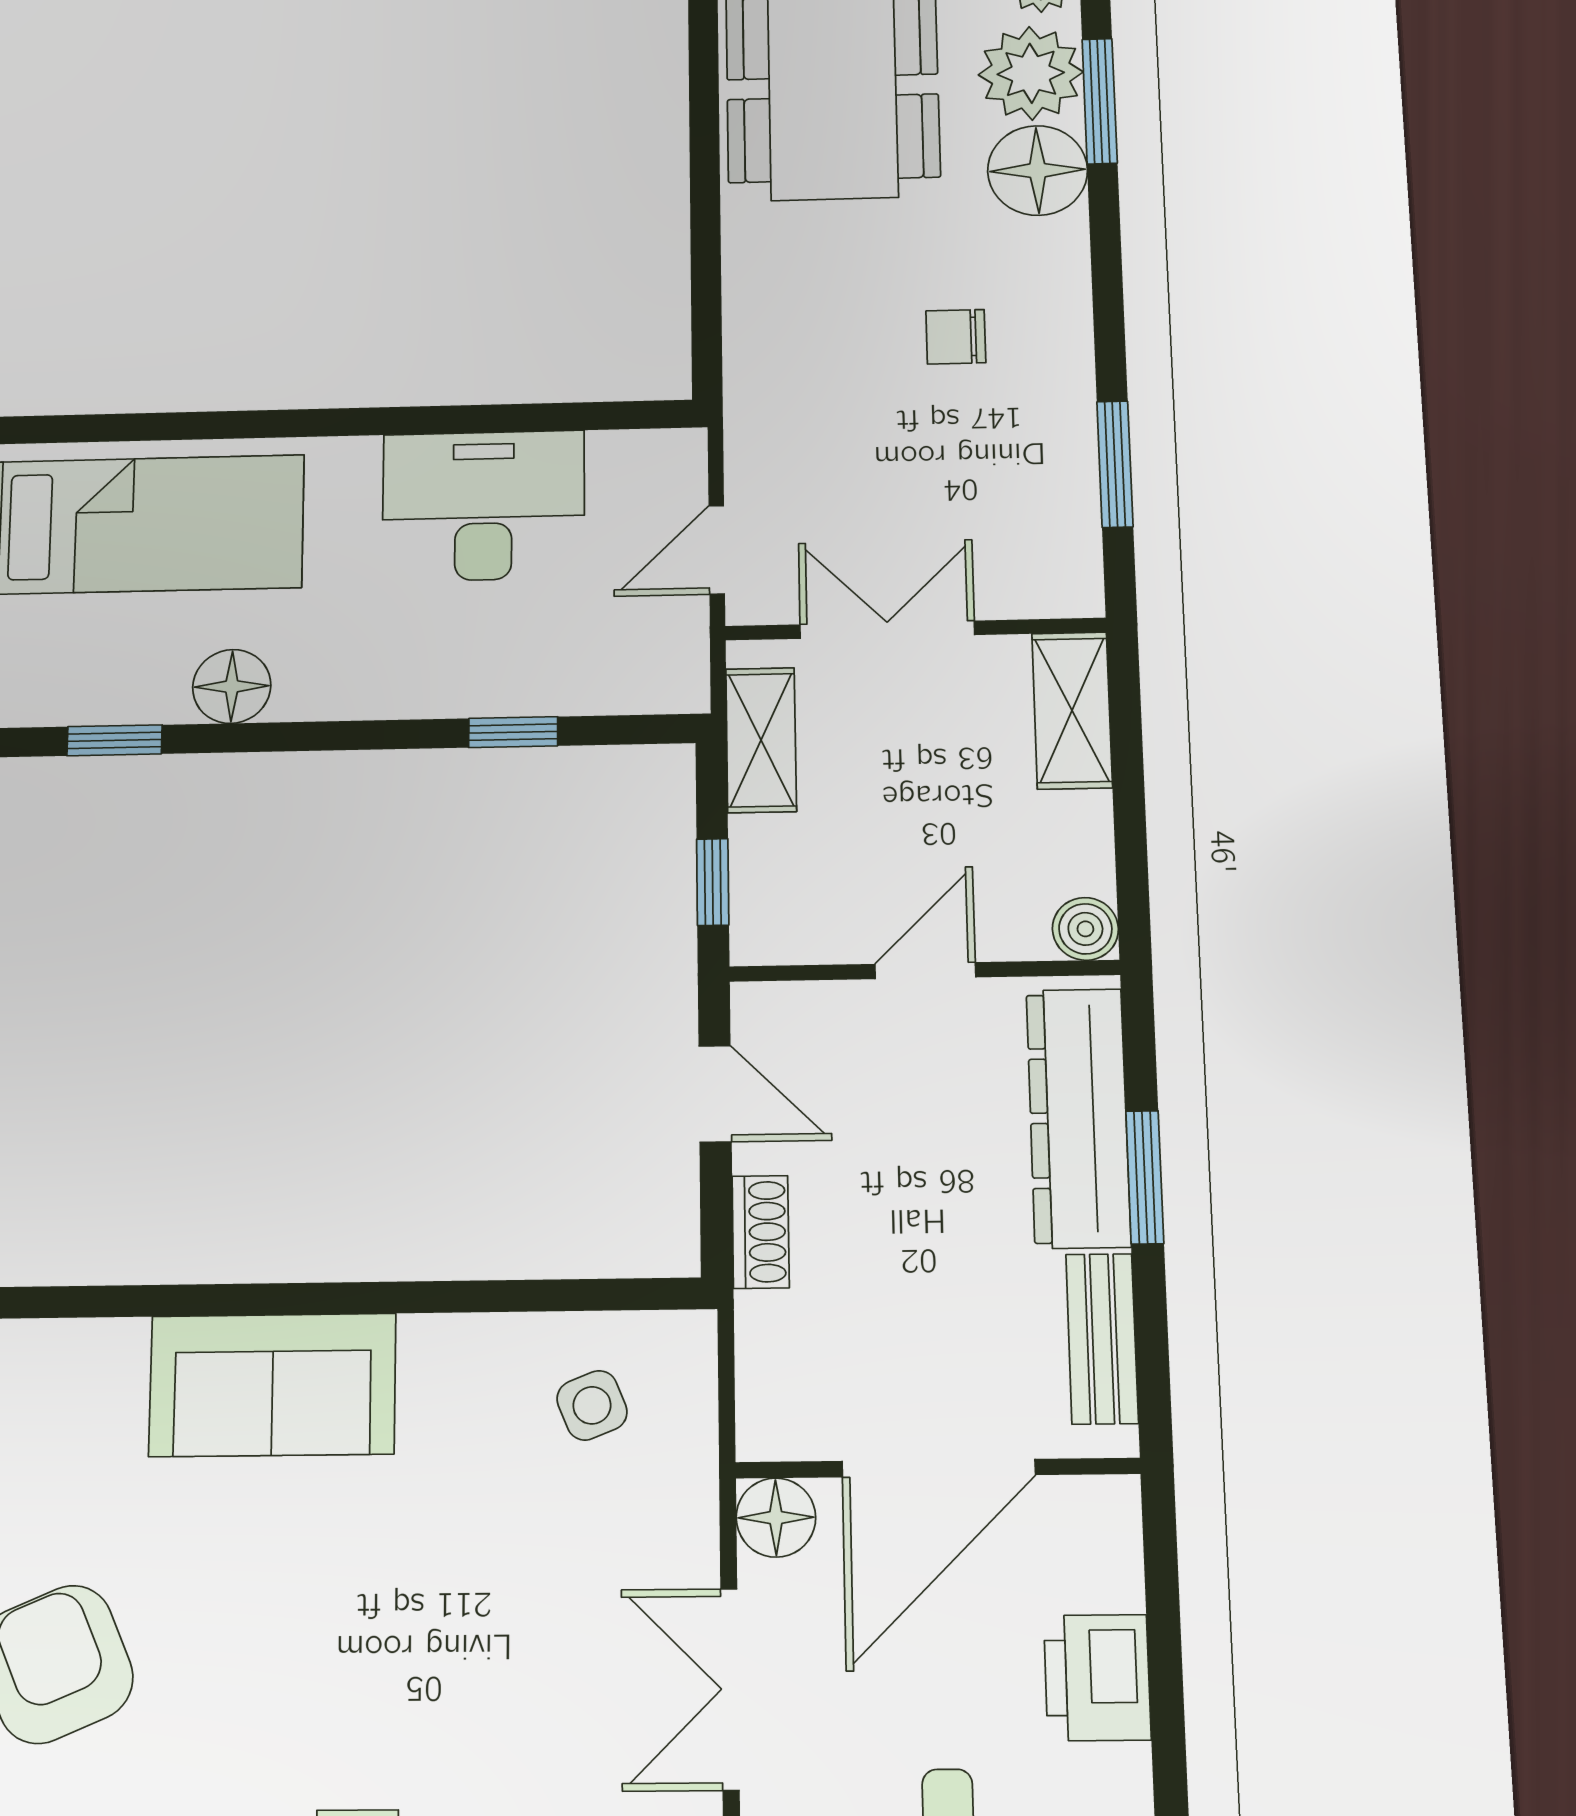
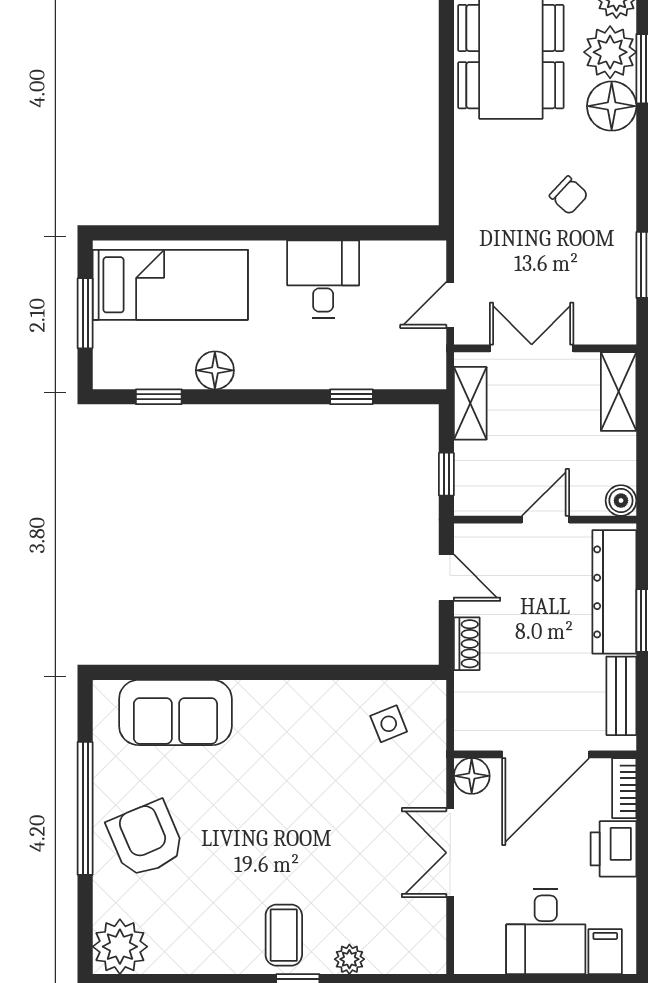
chair: (956, 337) -> (569, 195), turned -137
desk: (483, 506) -> (323, 279), width x0.73
sofa: (273, 1385) -> (175, 712), moved
bookcase: (1116, 1541) -> (624, 788), added

